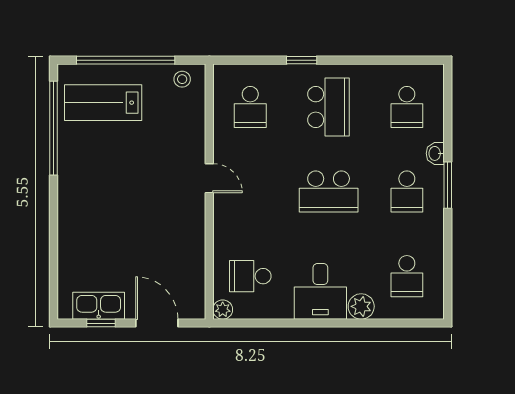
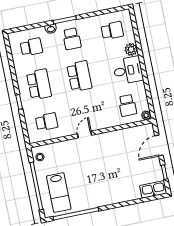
school desk: (329, 107) -> (39, 84), turned 90
school desk: (407, 192) -> (72, 39), turned 90
kitchen sink: (99, 306) -> (153, 189), moved, turned 90

